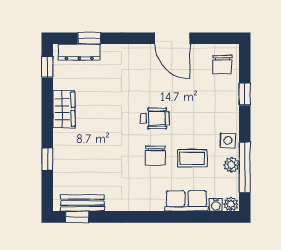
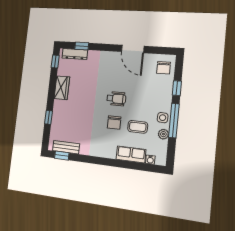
window: (245, 167) -> (174, 121), moved
plant: (231, 204) -> (161, 160), removed

